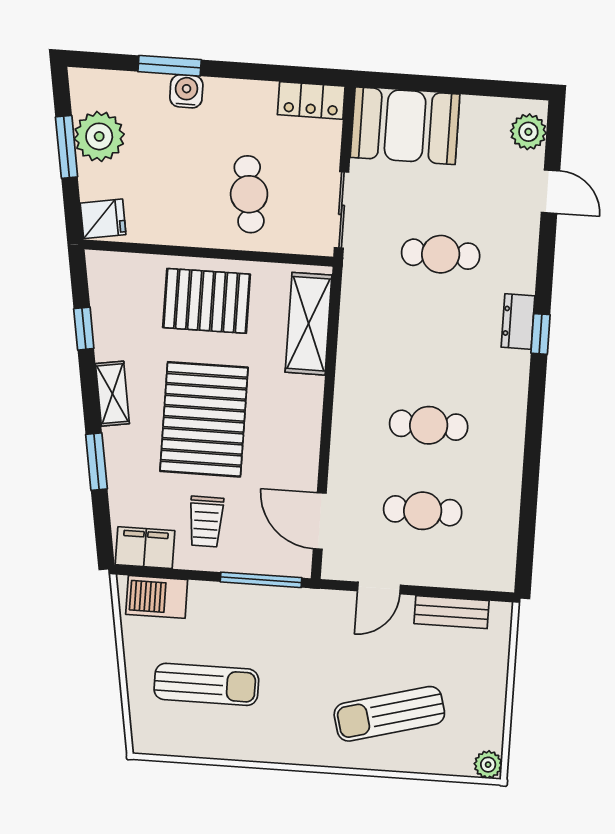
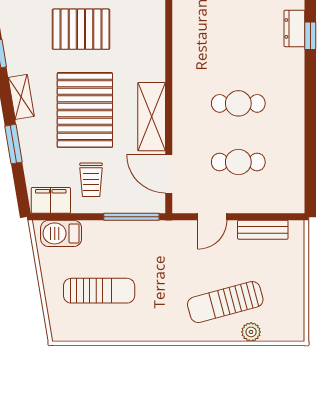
shelving: (309, 324) -> (152, 117), moved
plant: (488, 765) -> (251, 332), moved

